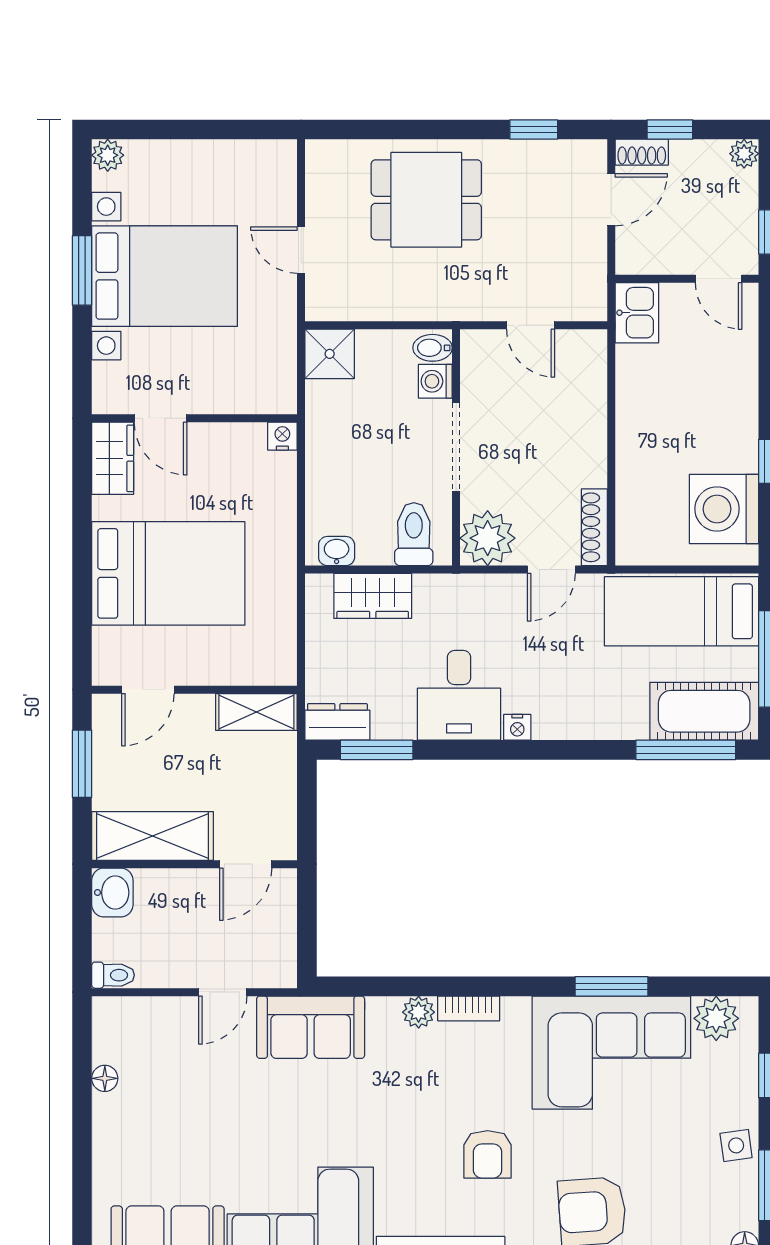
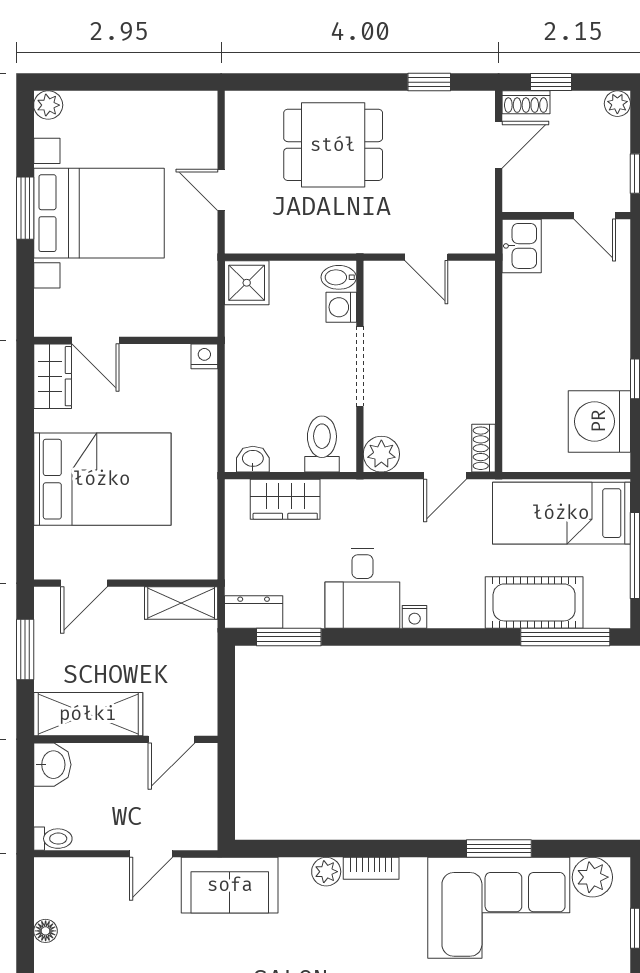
shoe rack: (594, 527) -> (483, 448), width x0.70
plant: (488, 538) -> (381, 454), width x0.73, depth x0.73
cot: (704, 711) -> (534, 602), moved

